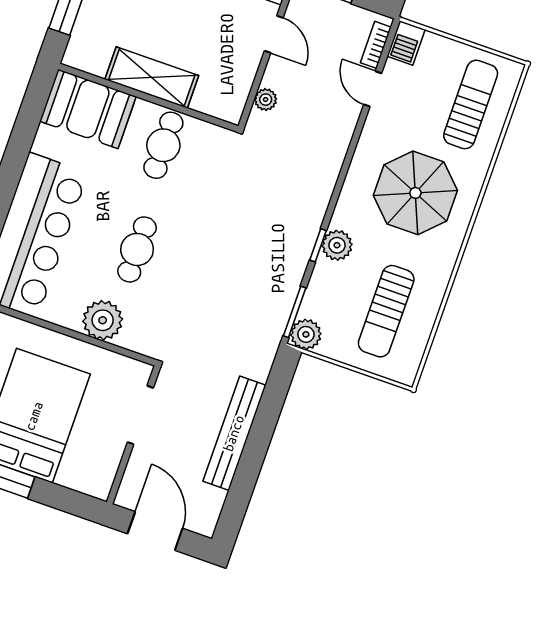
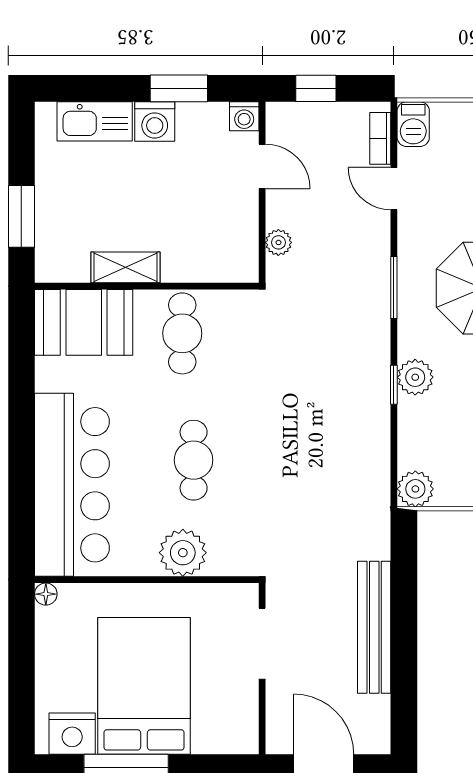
shelving: (152, 77) -> (126, 267), width x0.67, depth x0.75
window: (295, 312) -> (394, 288), moved

